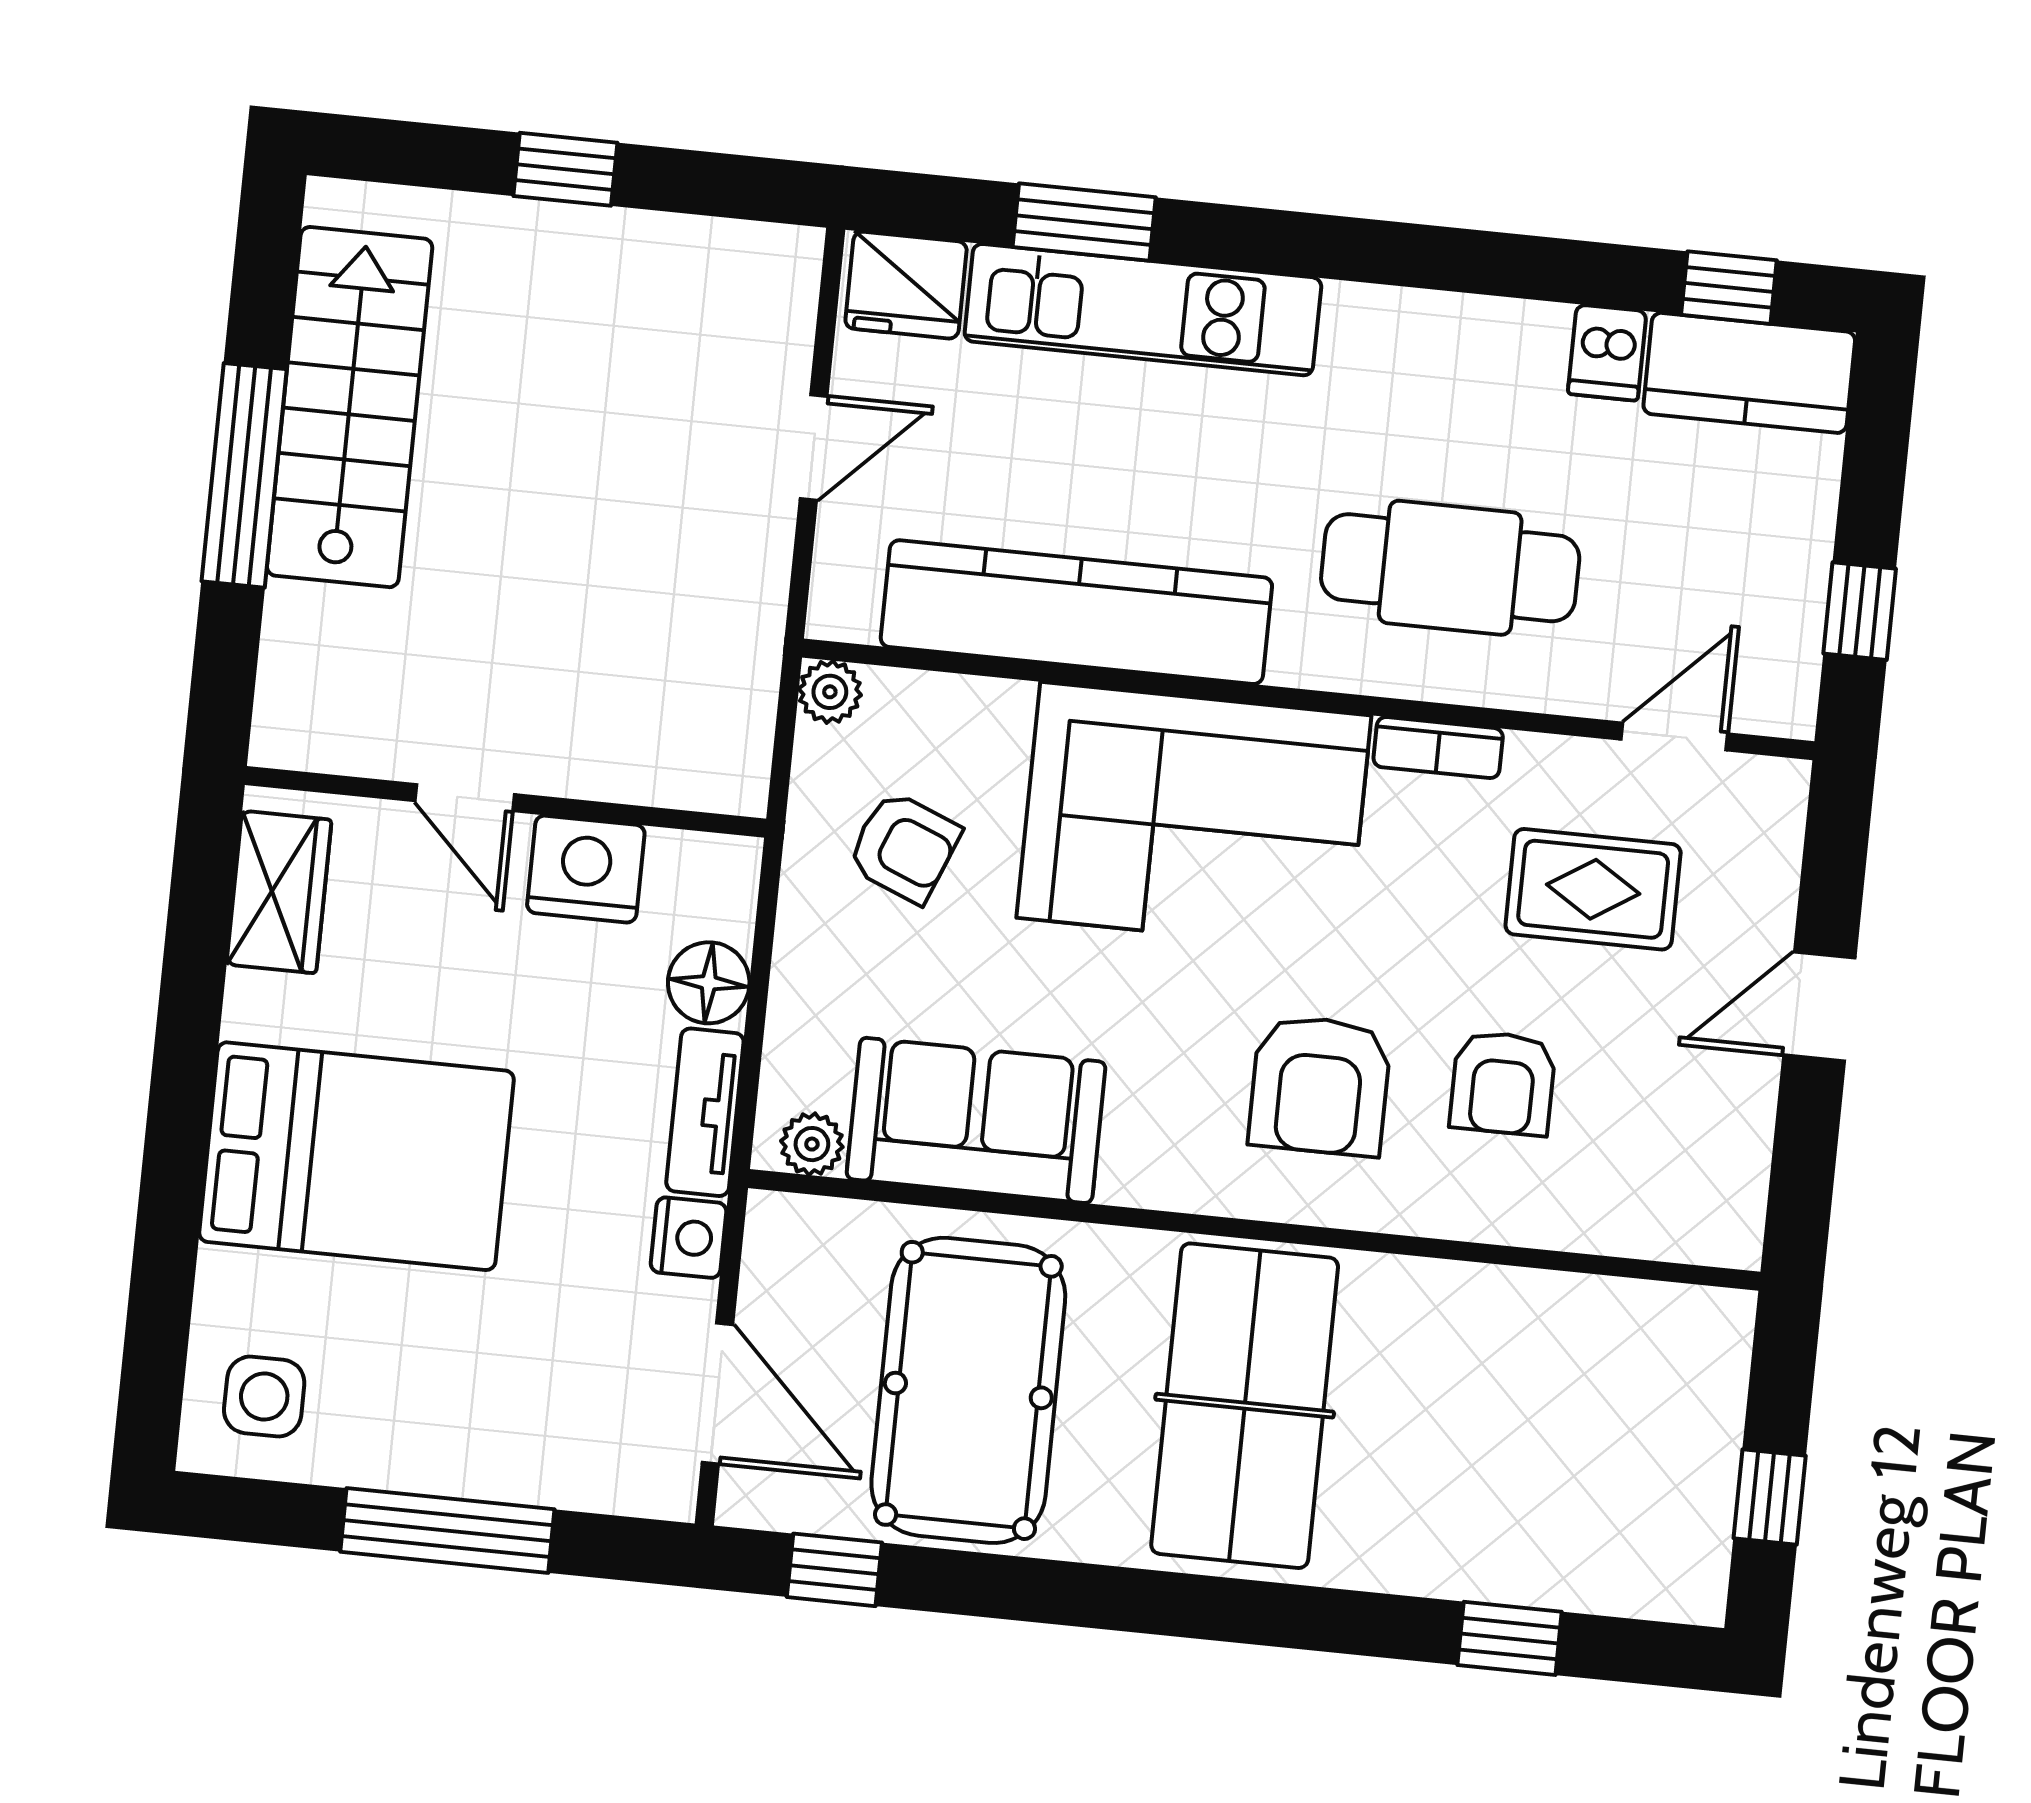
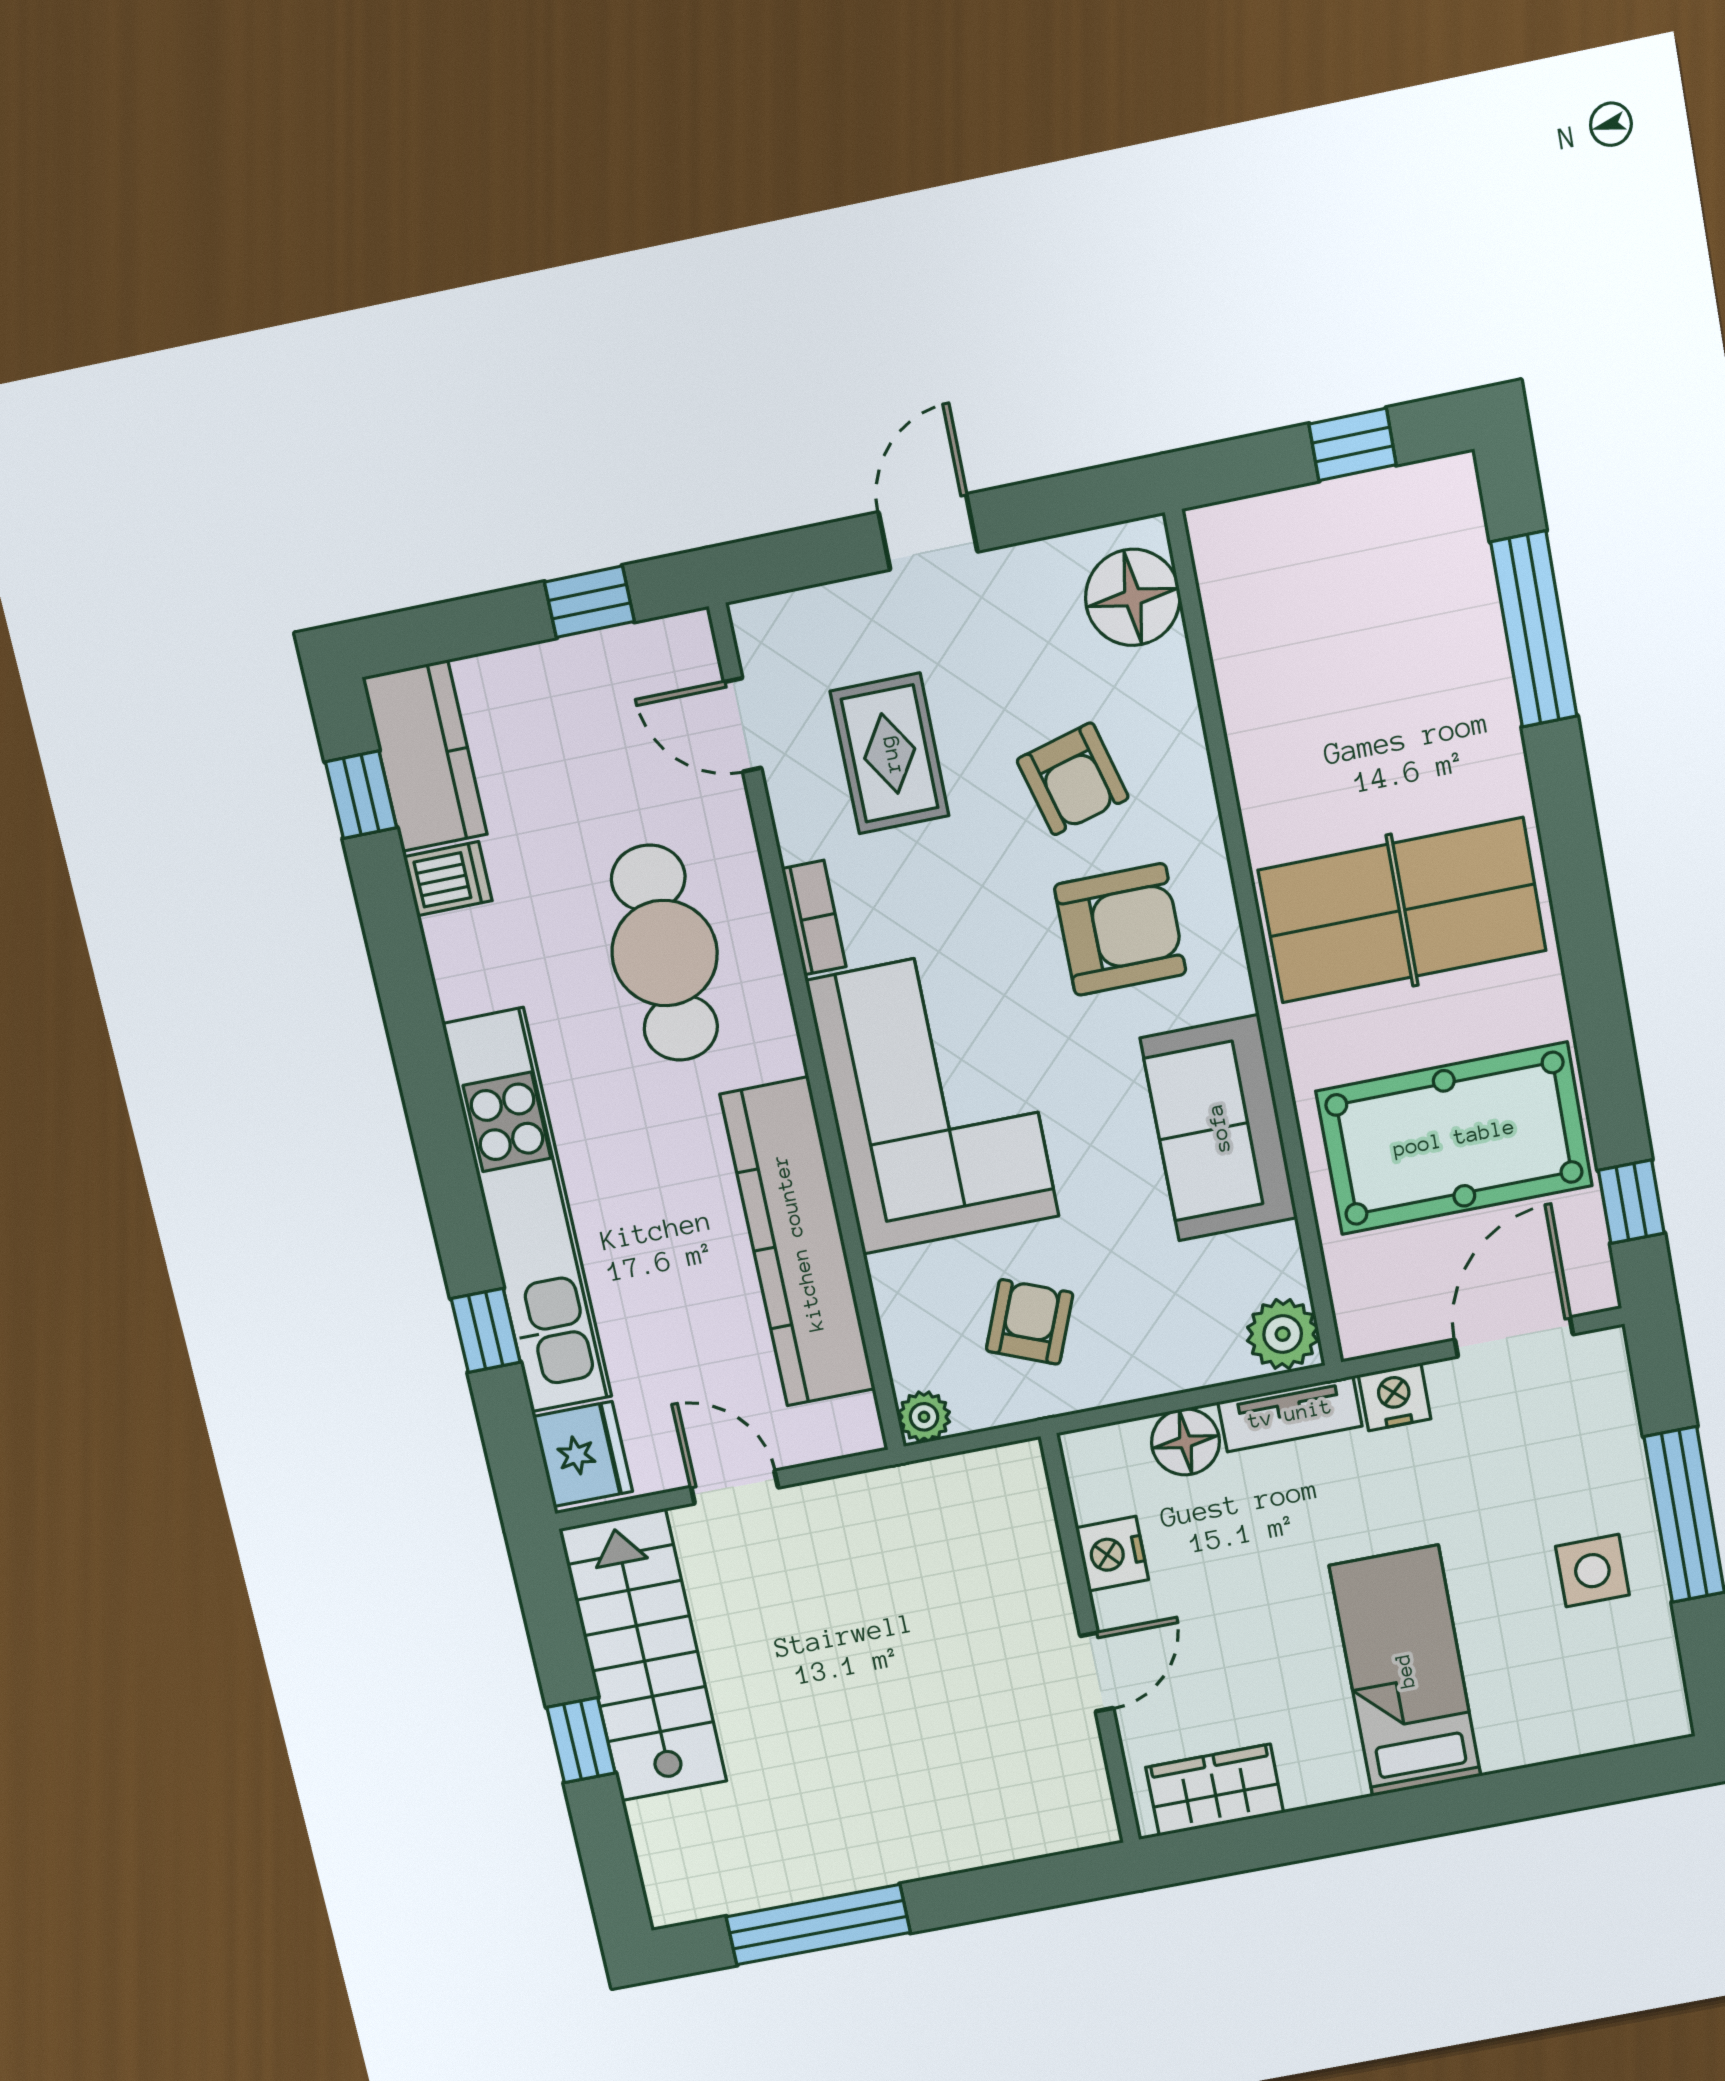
window: (1084, 222) -> (486, 1330), width x0.67
kitchen unit: (1143, 310) -> (528, 1212), width x1.36
stairs: (350, 407) -> (643, 1656), moved, turned 90
window: (244, 475) -> (818, 1925), moved
nightstand: (586, 869) -> (1112, 1554), width x0.74, depth x0.75
door: (1819, 1007) -> (928, 532), swing flipped
armchair: (1503, 1083) -> (1073, 779), turned 75
sofa: (976, 1120) -> (1219, 1128), moved
plant: (812, 1144) -> (1283, 1334), width x1.38, depth x1.38
bed: (357, 1156) -> (1405, 1671), width x0.67
floor lamp: (1680, 1209) -> (1133, 597), added
side table: (264, 1397) -> (1592, 1571), moved
window: (1510, 1638) -> (1534, 629), width x2.17

